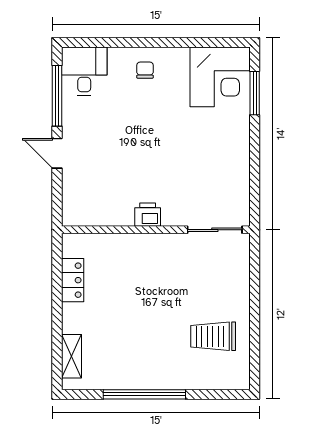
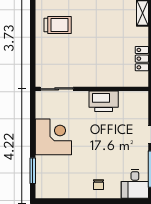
corner desk: (220, 77) -> (53, 137), moved, turned 90
printer: (148, 215) -> (104, 101), width x1.87, depth x1.48

